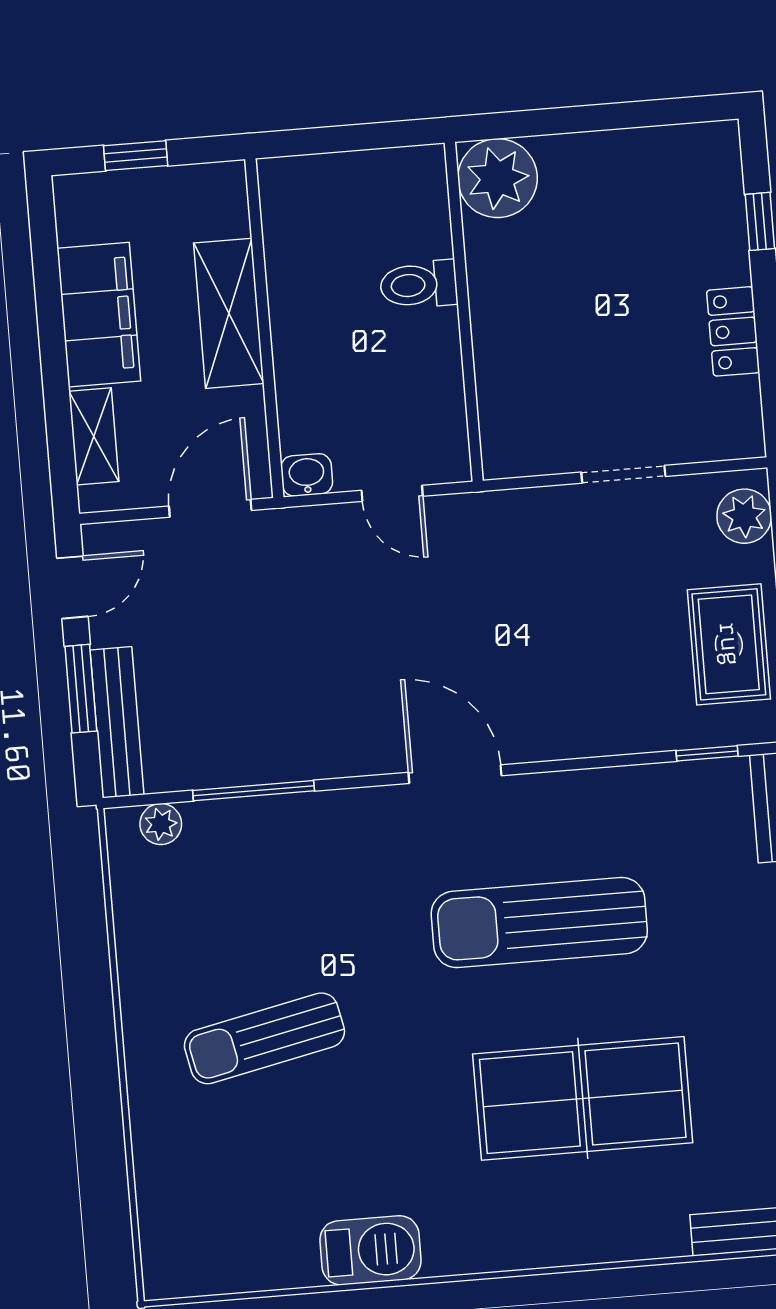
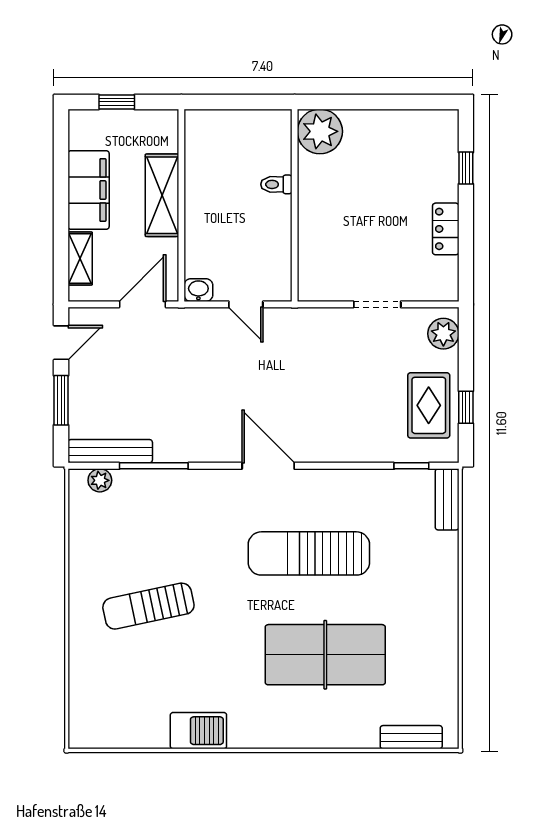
toilet: (419, 285) -> (276, 184), width x0.73, depth x0.72
bench: (117, 722) -> (110, 451), moved, turned 90

